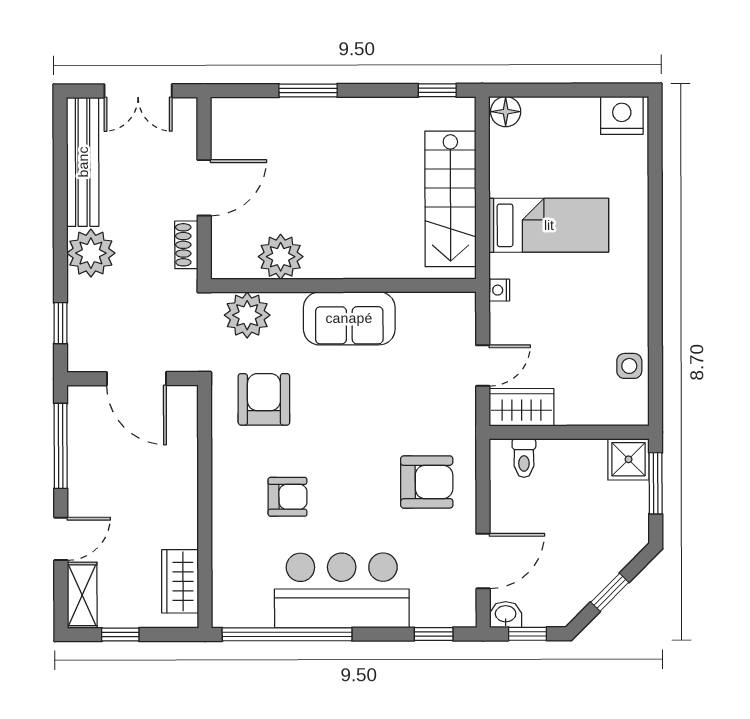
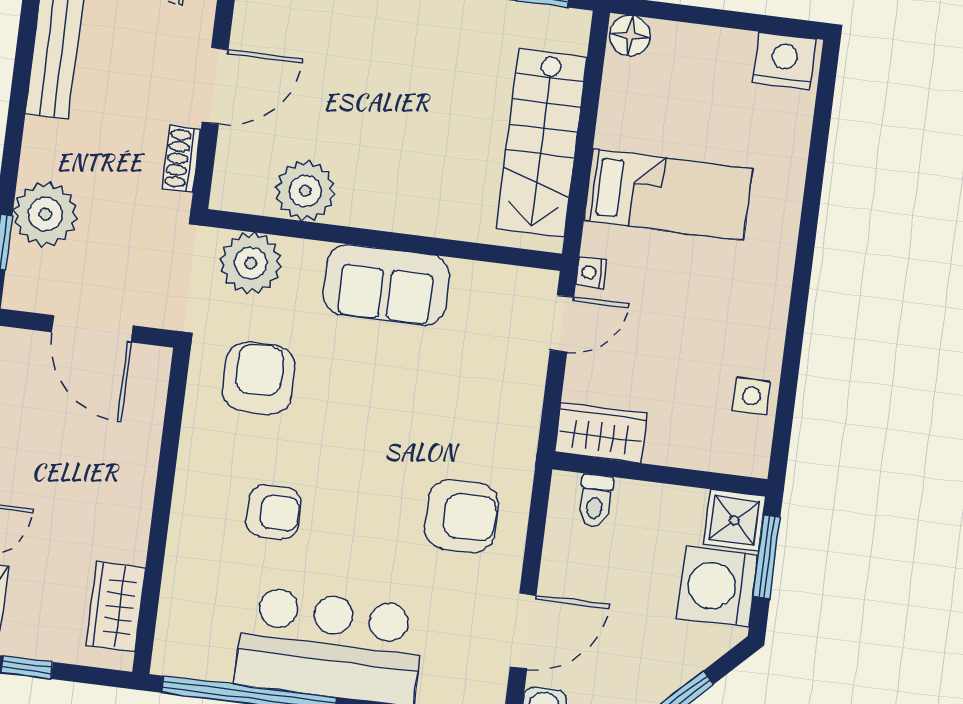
plant: (91, 253) -> (45, 214), moved
door: (483, 366) -> (562, 324), moved
washing machine: (622, 510) -> (717, 586), added

